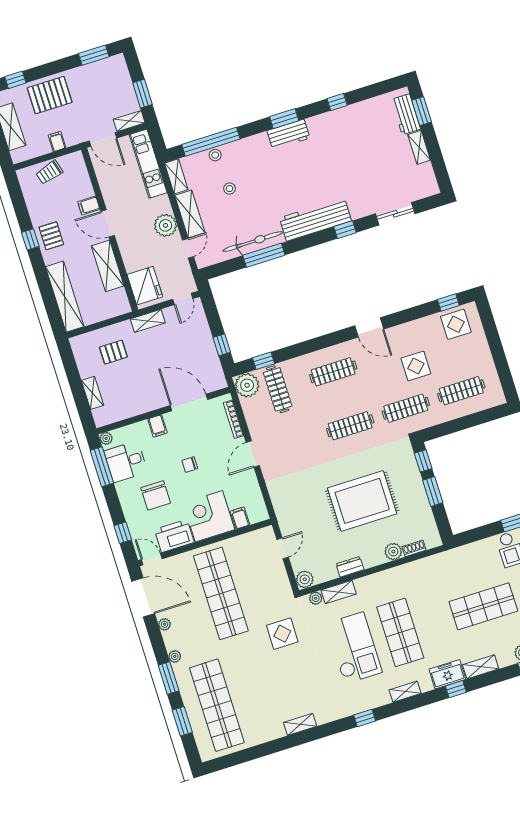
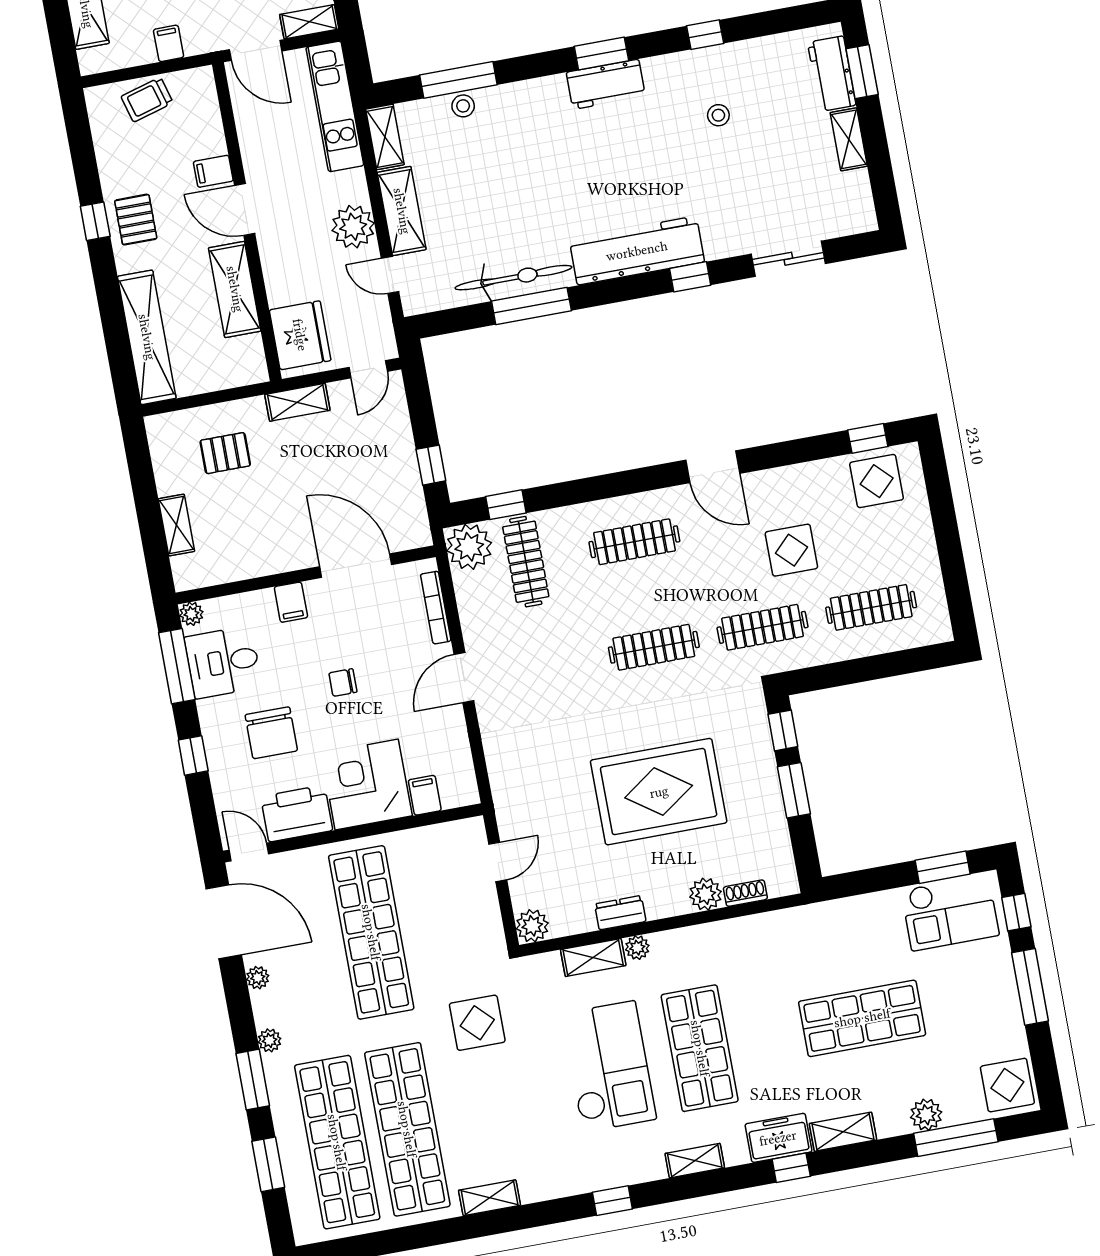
window: (211, 142) -> (458, 80), width x0.68
stool: (229, 189) -> (718, 115), moved
door: (188, 248) -> (390, 275), swing flipped
window: (123, 533) -> (193, 755), moved
plant: (316, 598) -> (637, 948), moved
shop shelf: (253, 694) -> (407, 1129), added

